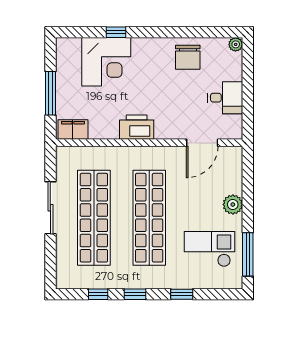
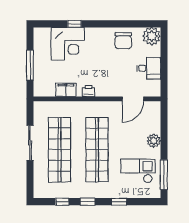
plant: (236, 44) -> (152, 36), width x1.88, depth x1.88
printer: (137, 127) -> (88, 91), width x0.53, depth x0.68
filing cabinet: (73, 130) -> (66, 90), moved

